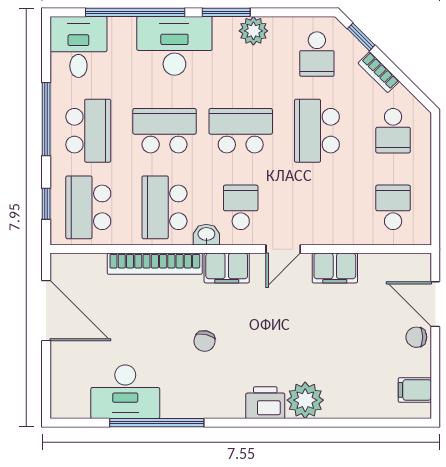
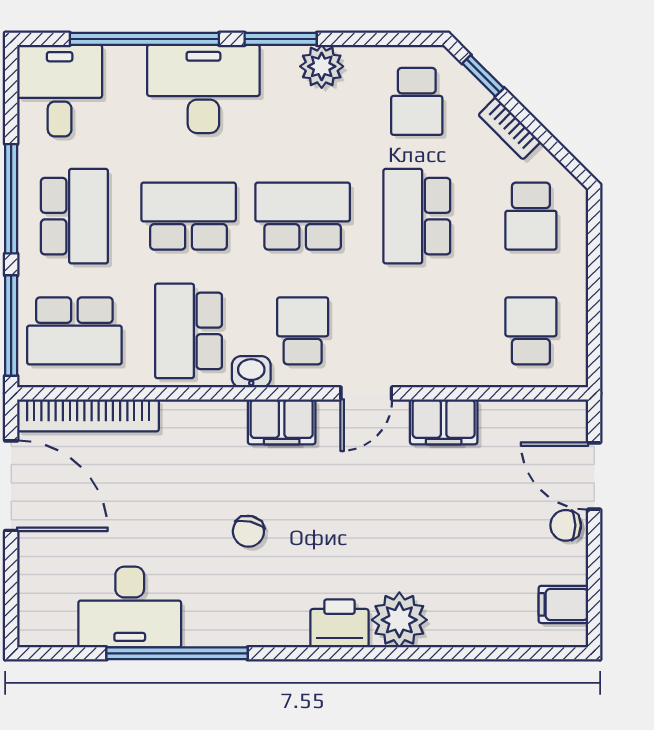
window: (46, 204) -> (11, 326), width x2.17
school desk: (88, 207) -> (74, 331), turned -90
bookcase: (155, 264) -> (88, 415), moved

